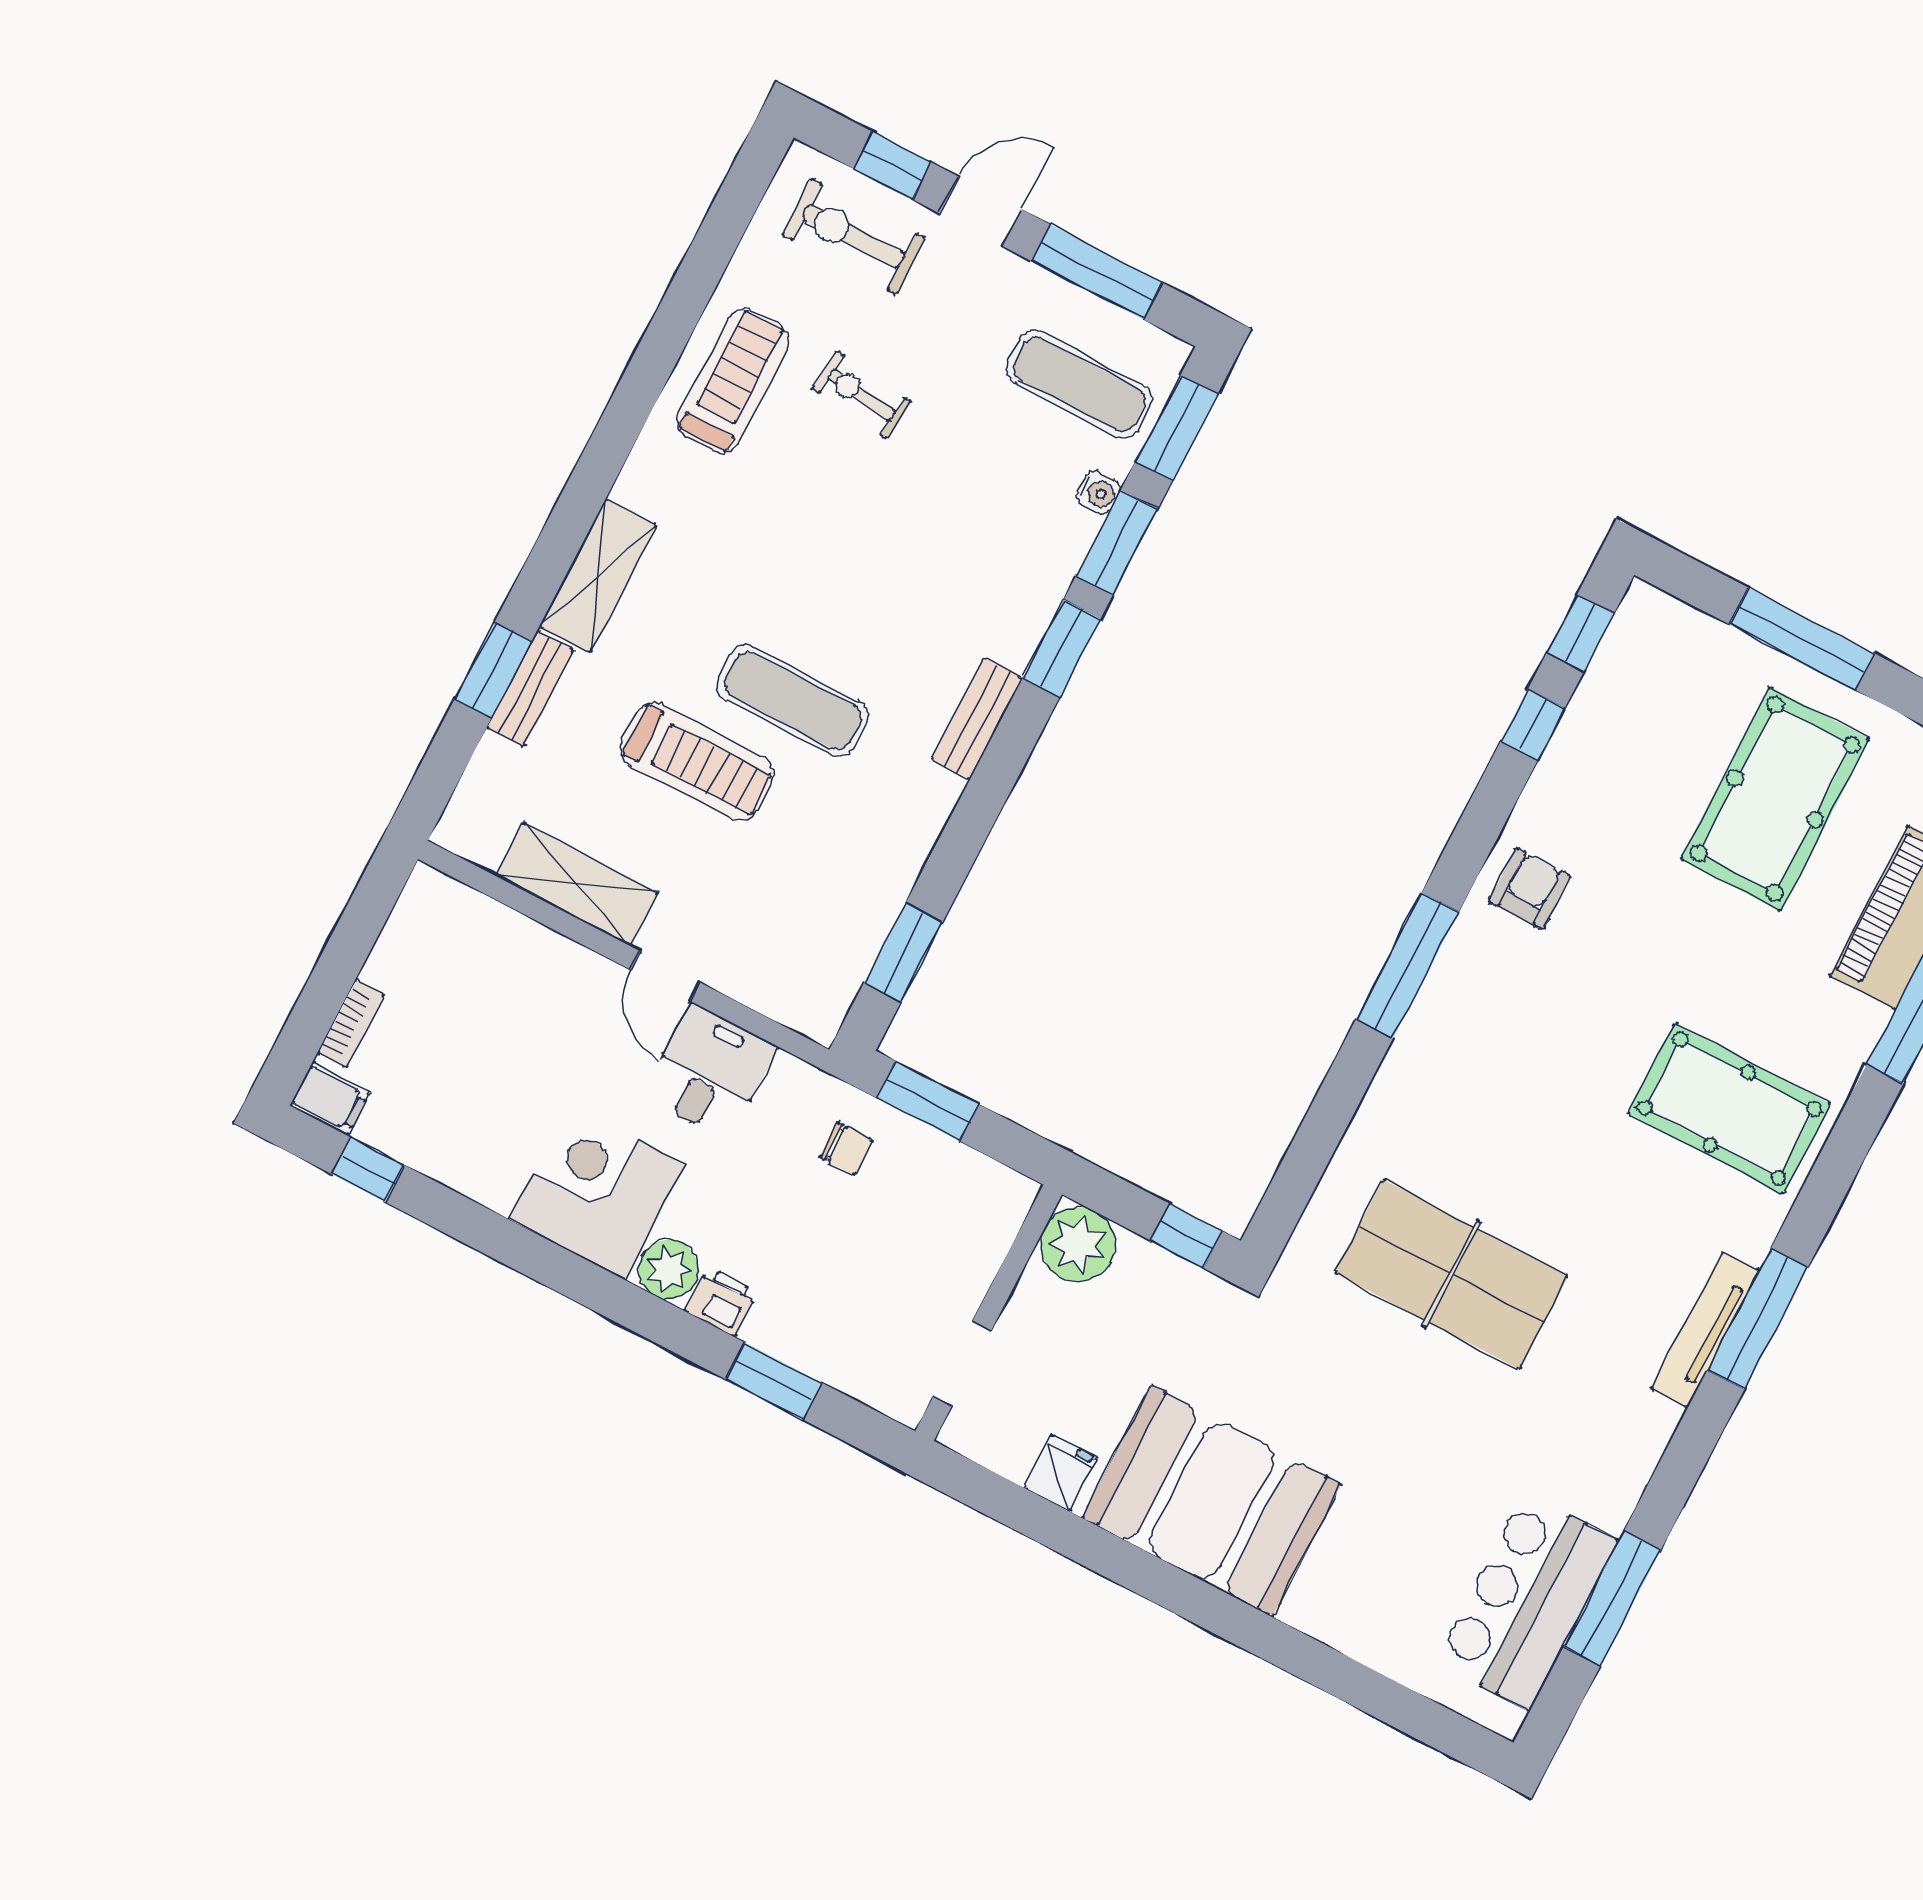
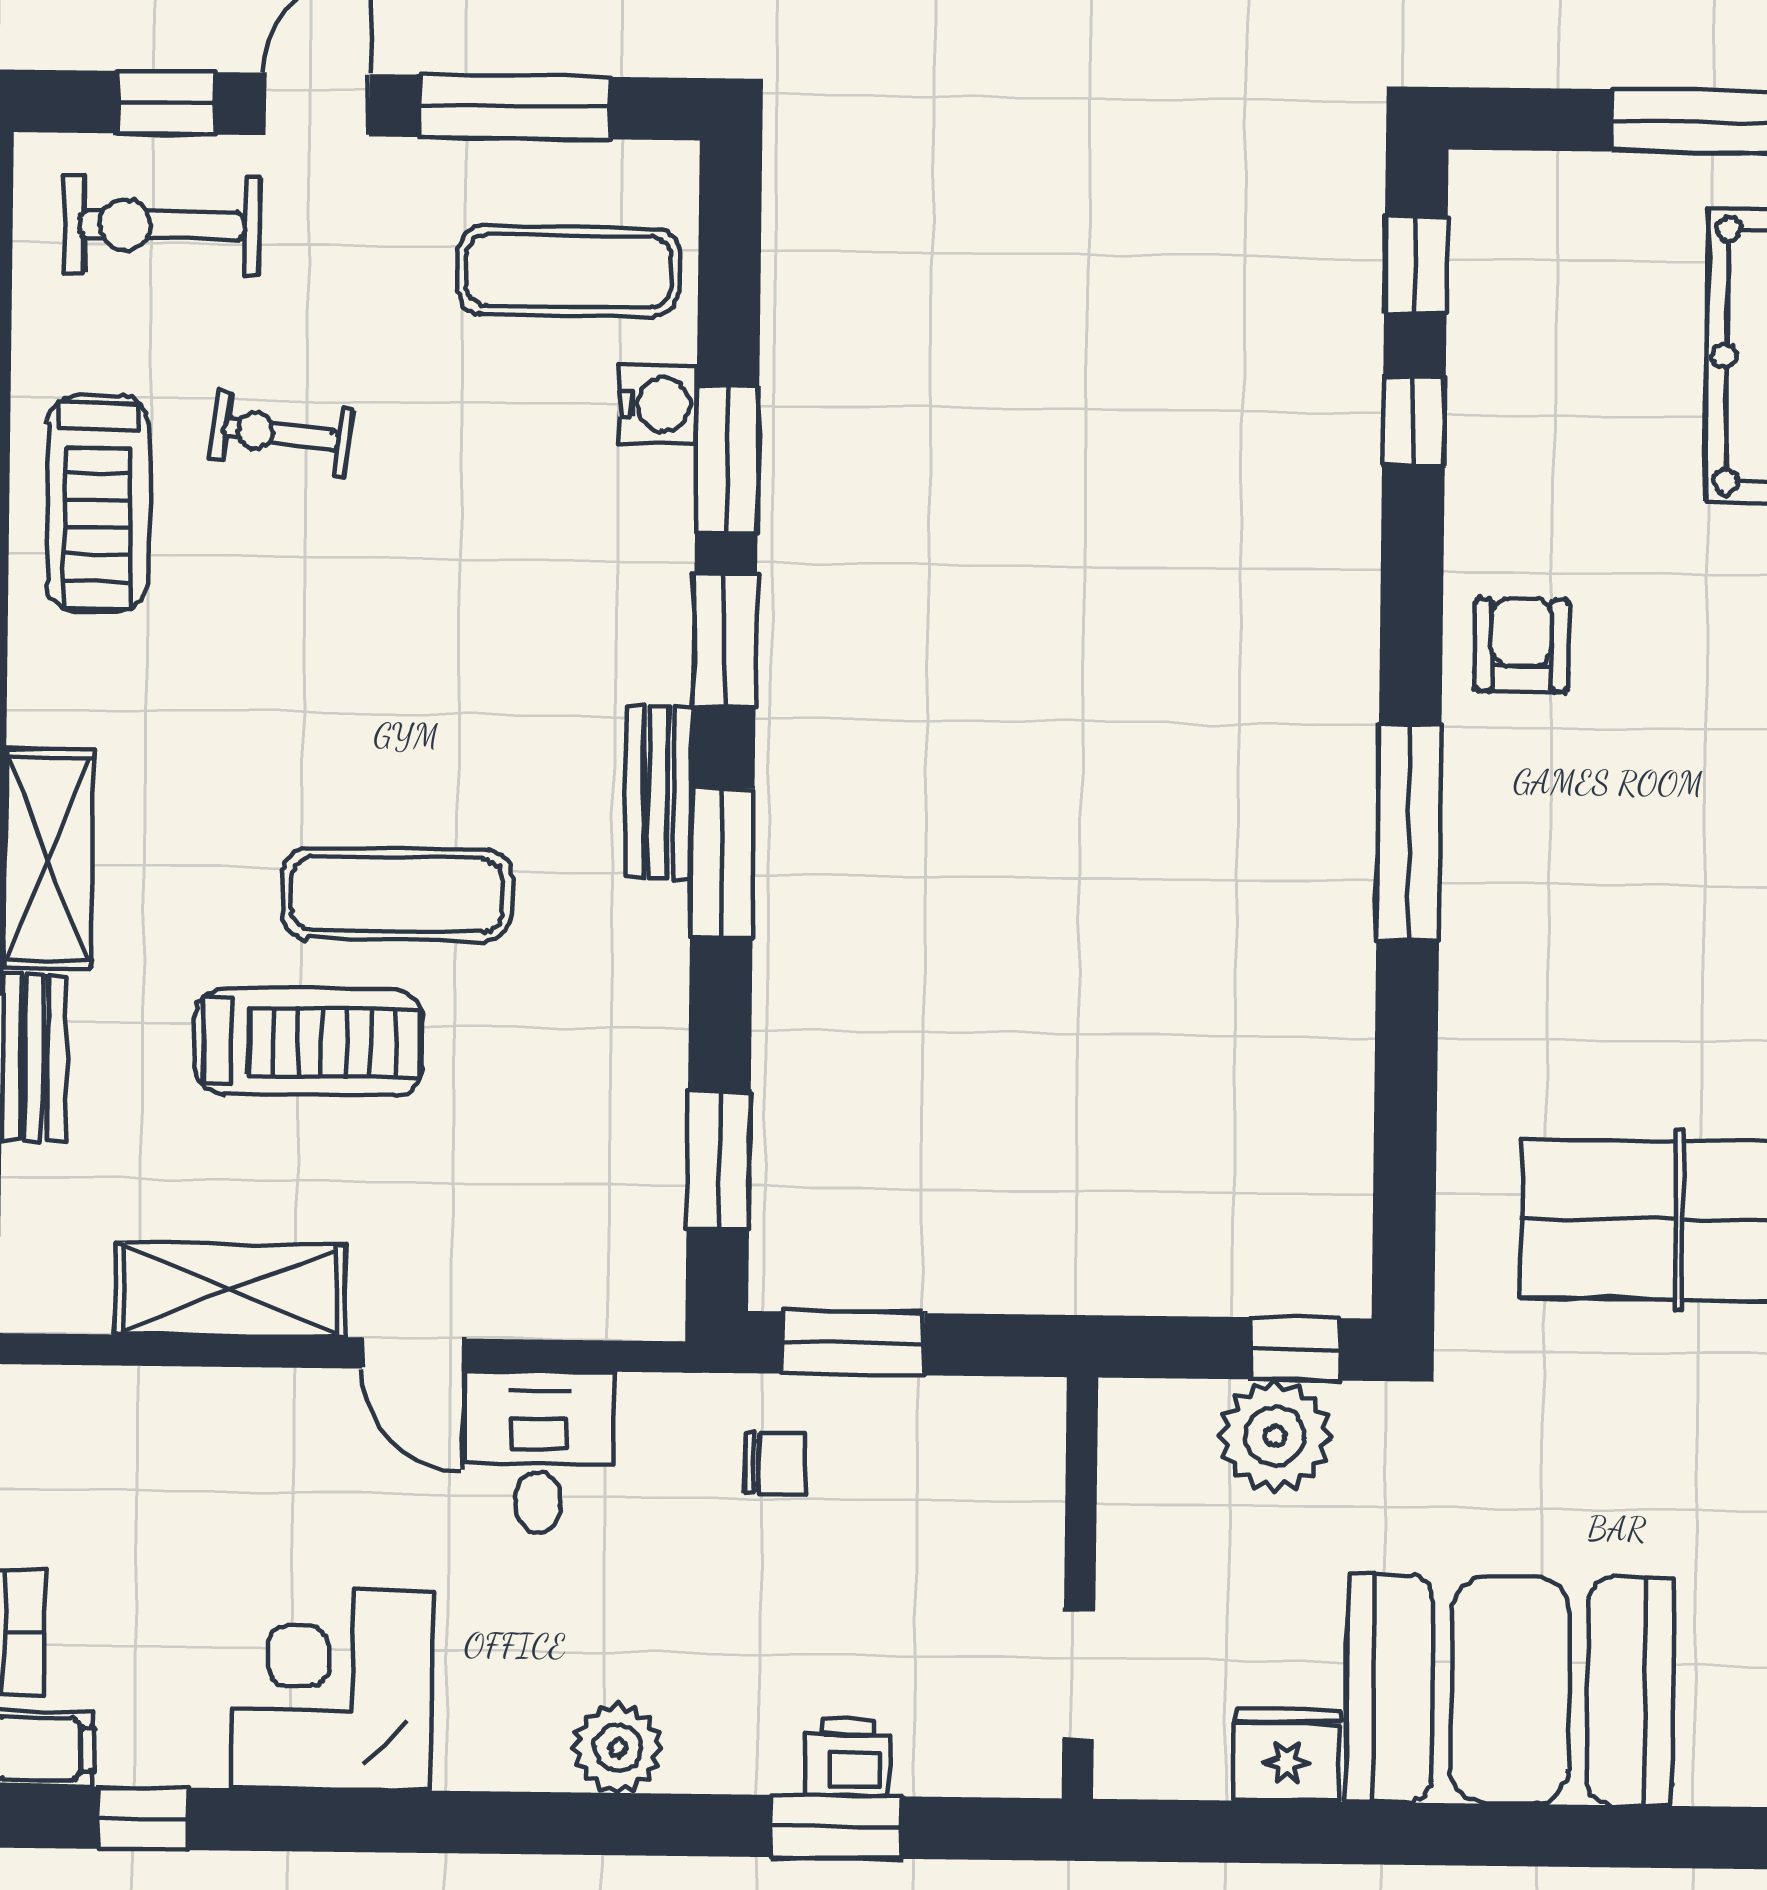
treadmill: (733, 381) -> (98, 503), turned 180
window: (1176, 428) -> (722, 863), moved
water cooler: (1098, 493) -> (657, 404), width x1.38, depth x1.38
corner desk: (597, 1192) -> (332, 1690), moved
plant: (1078, 1244) -> (1275, 1436), moved
printer: (721, 1302) -> (848, 1757), moved
fridge: (1061, 1473) -> (1287, 1755), width x1.38

